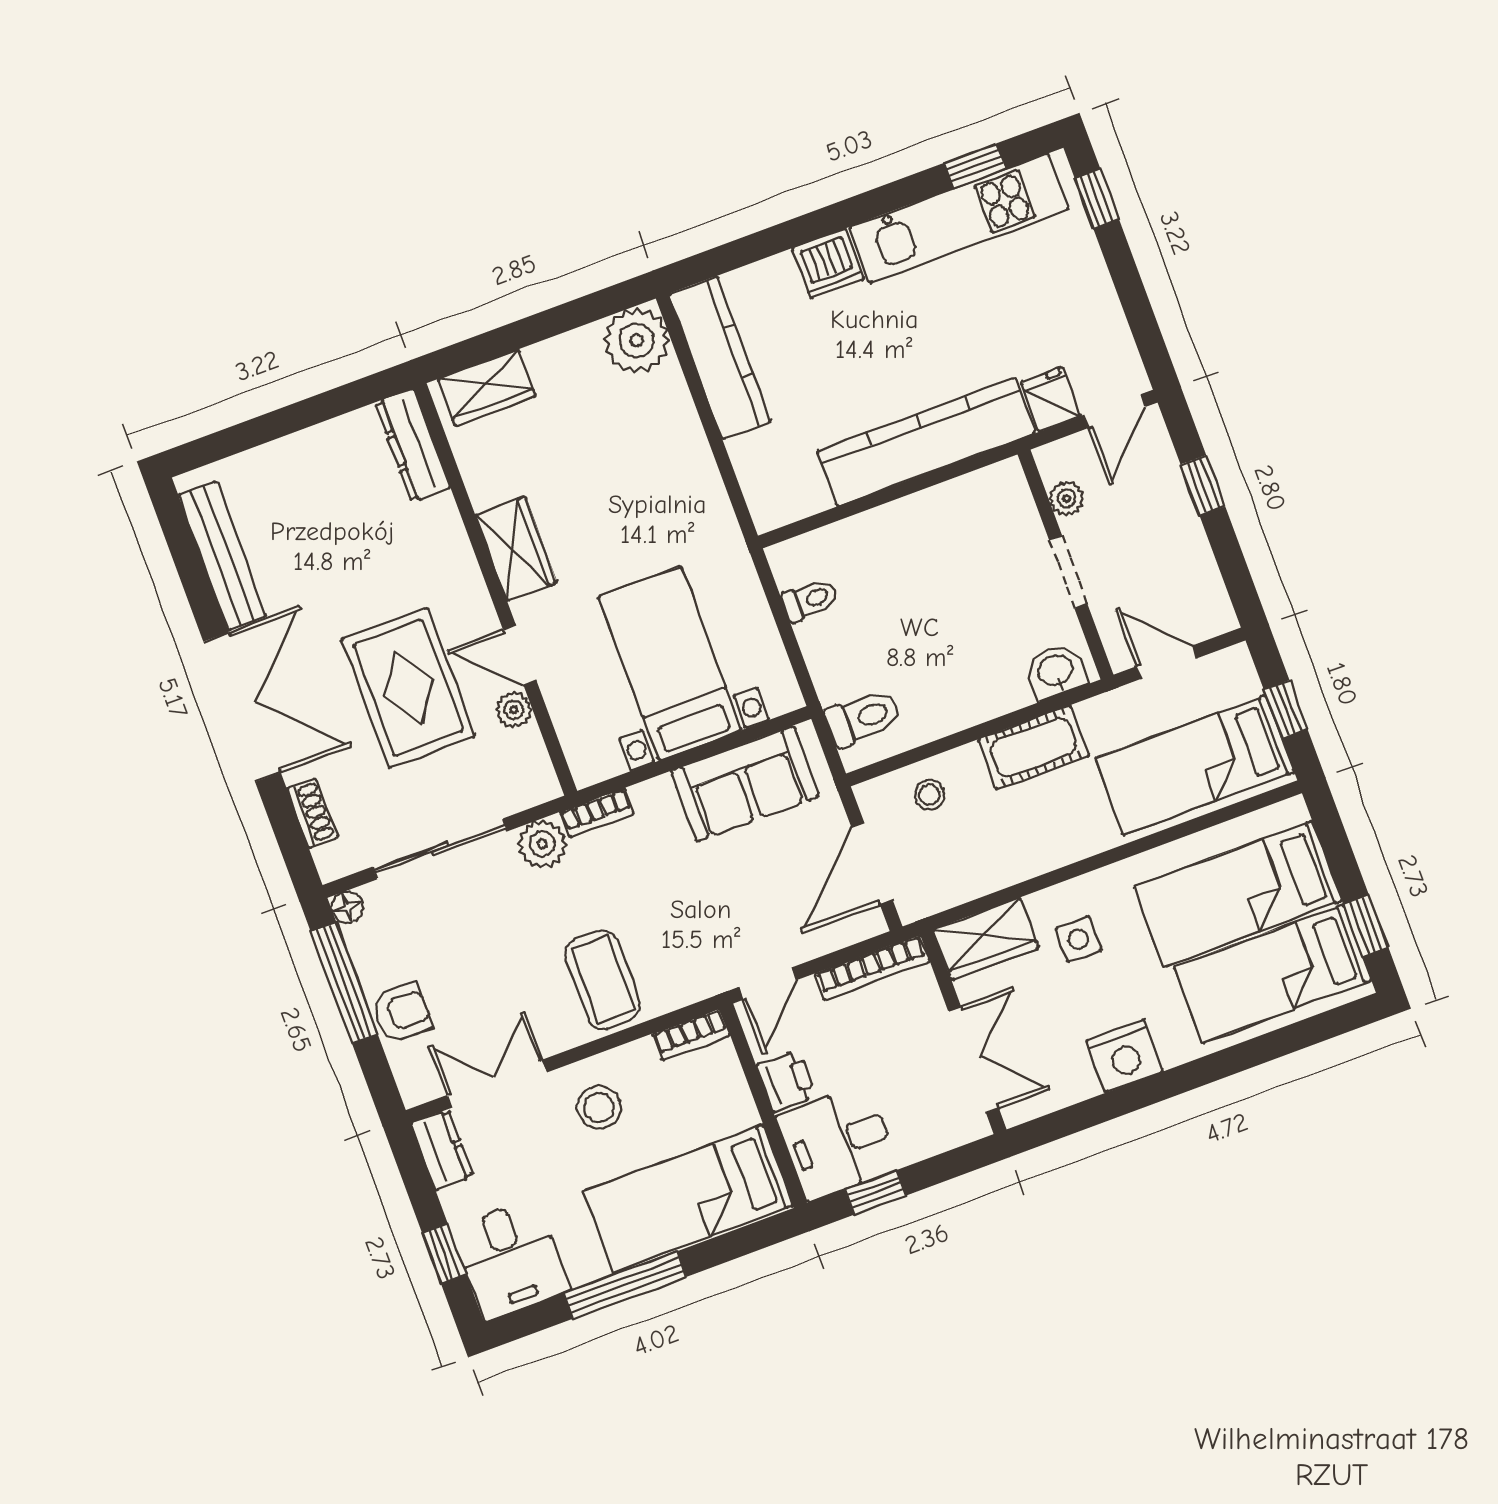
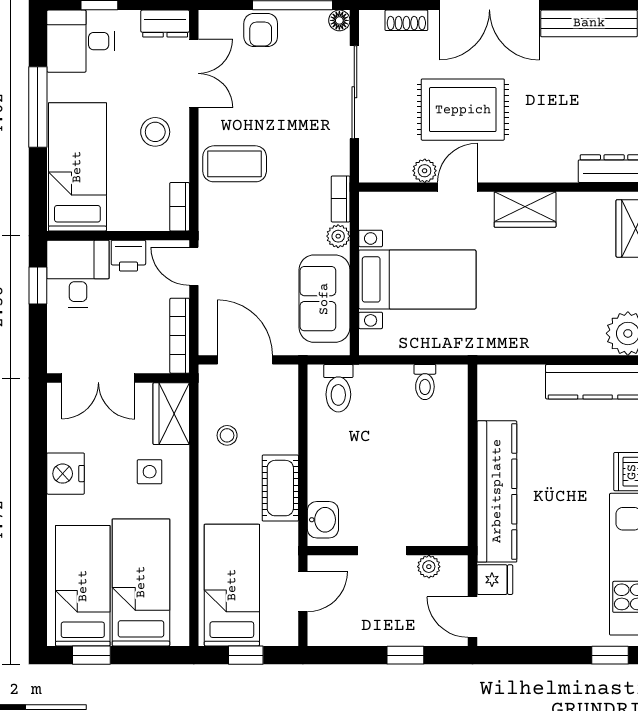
stool: (929, 795) -> (227, 435), moved
plant: (542, 844) -> (338, 236), moved, width x0.73, depth x0.73

